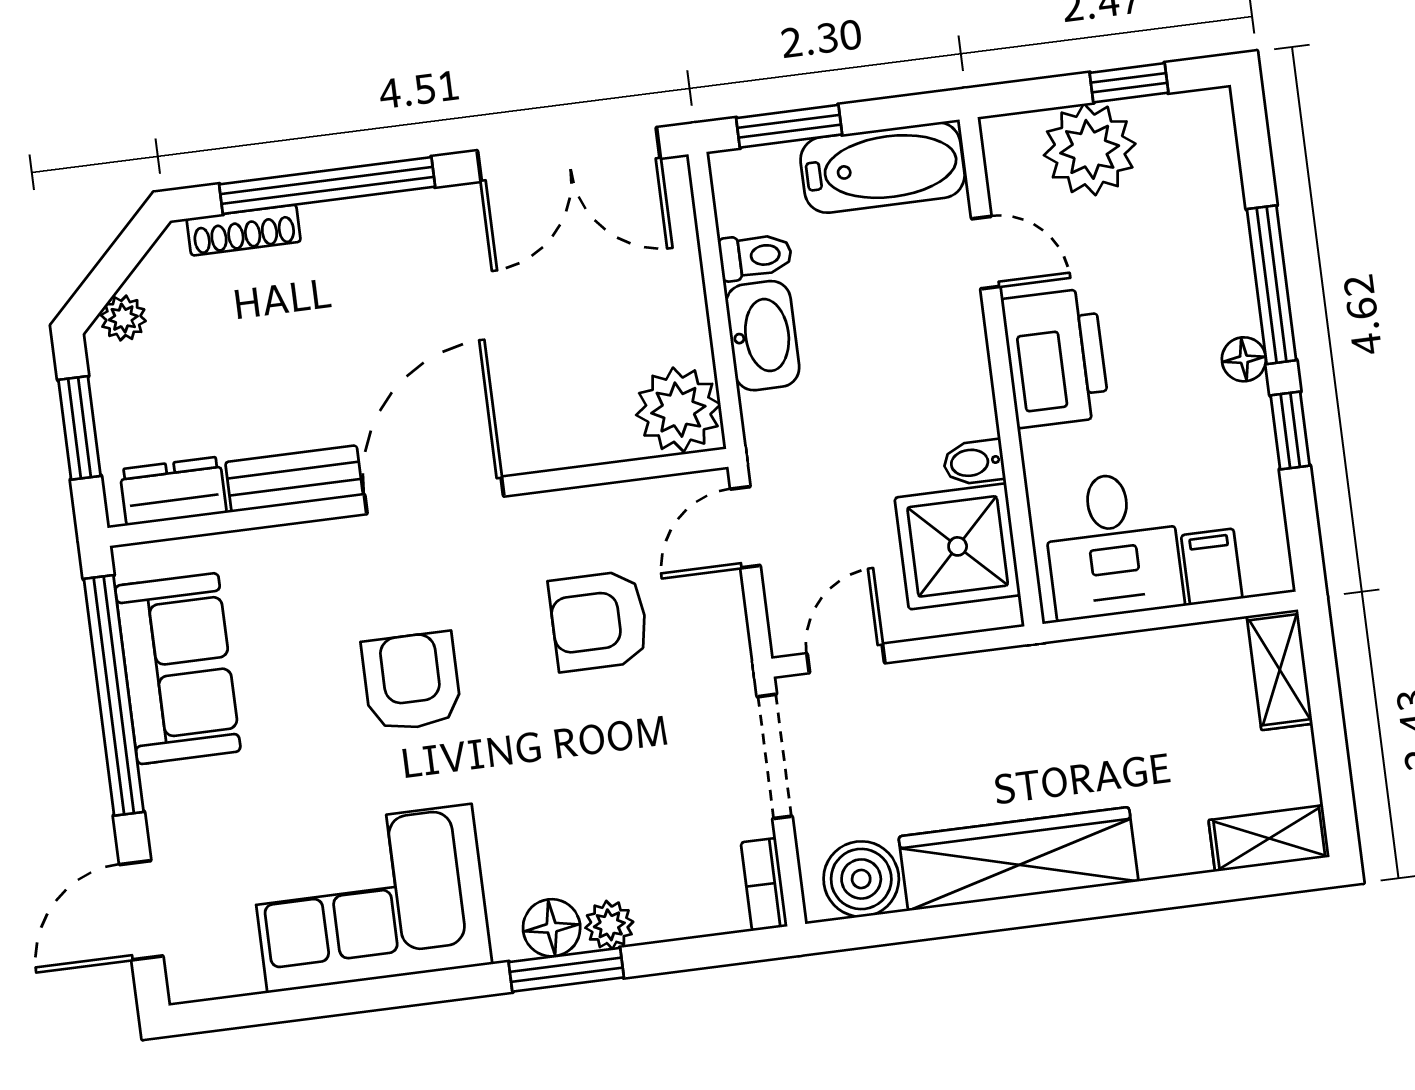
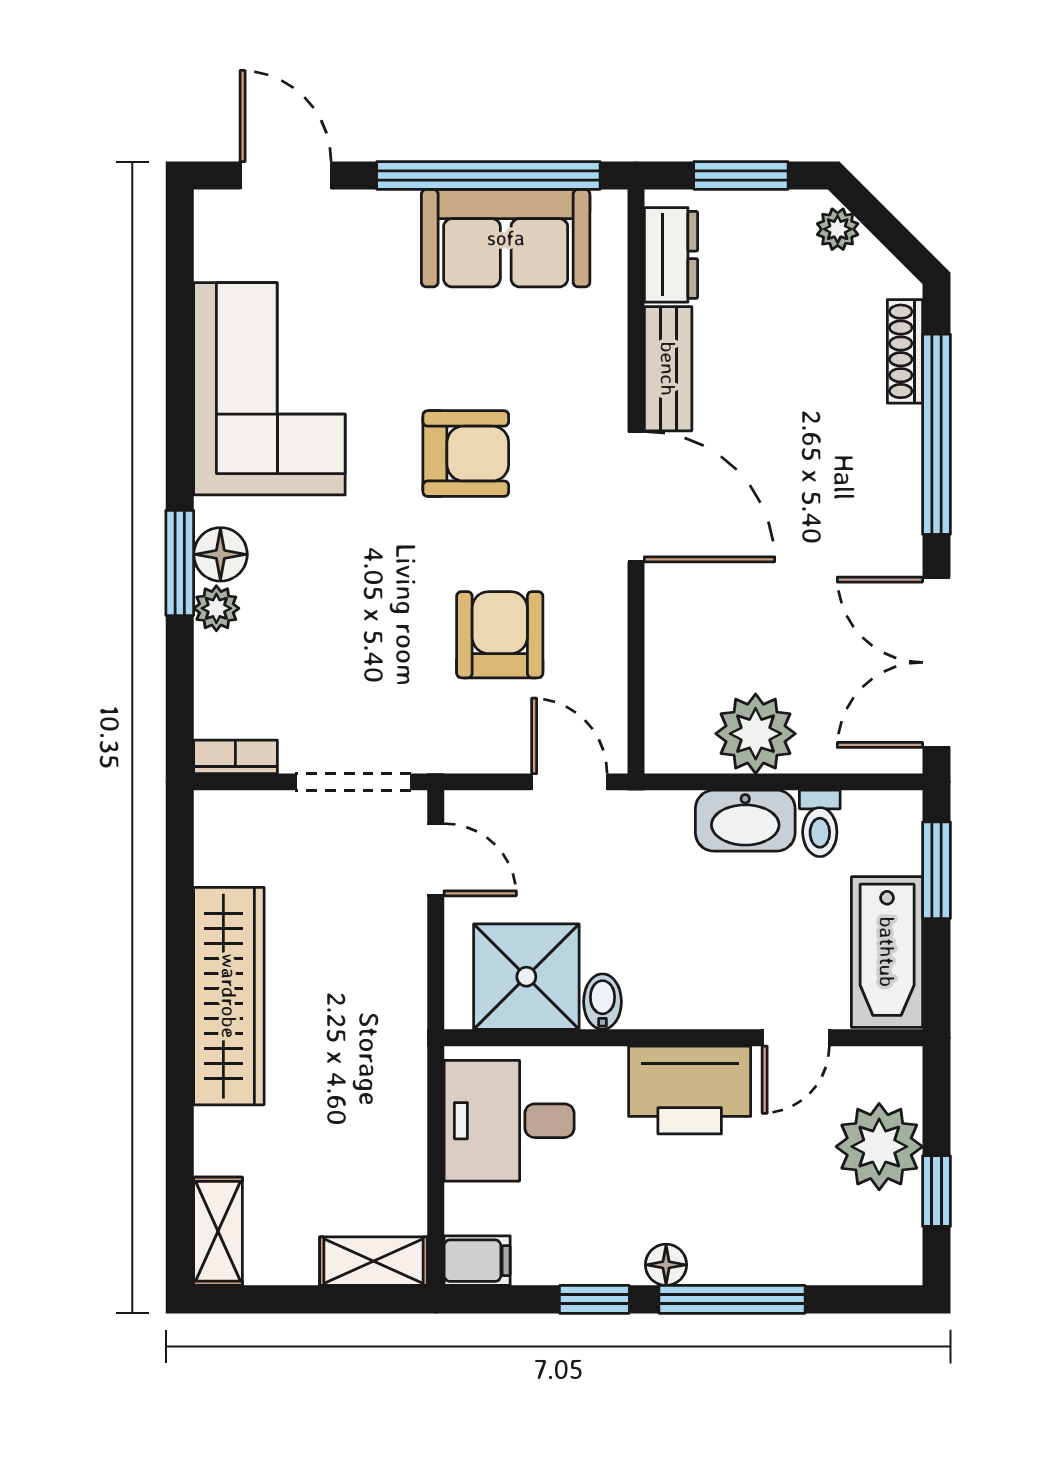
plant: (678, 410) -> (756, 734), moved
filing cabinet: (1212, 567) -> (477, 1261), moved
boiler: (861, 879) -> (229, 848), removed

